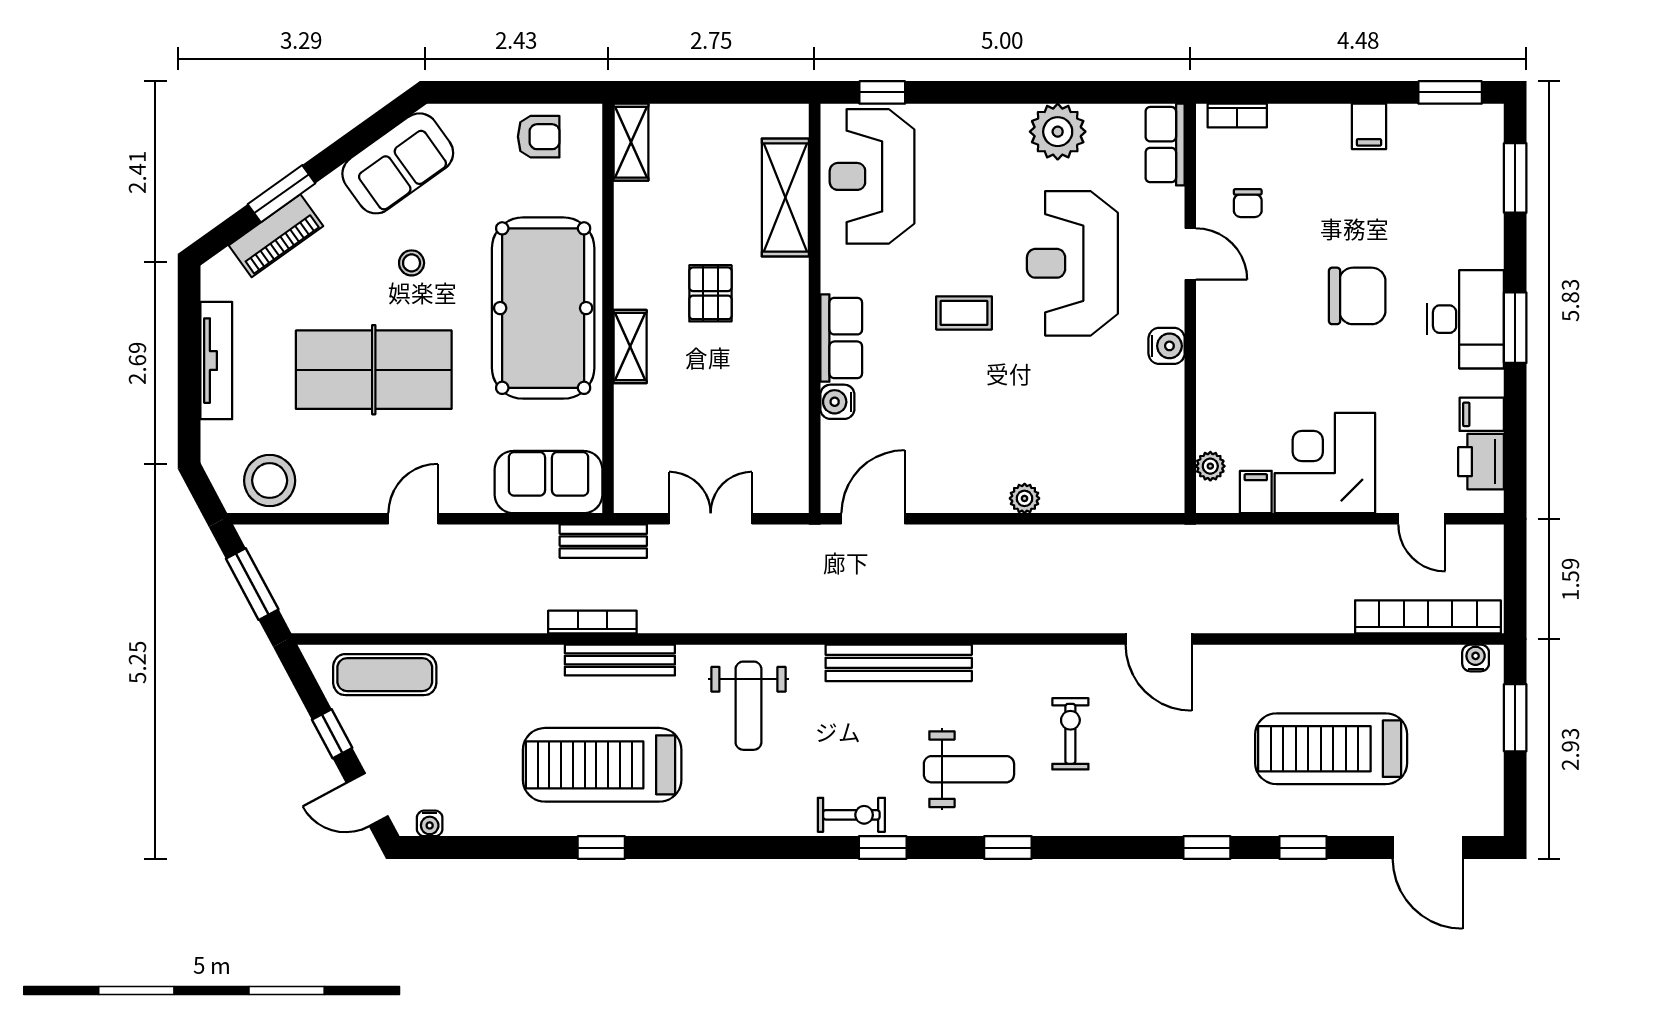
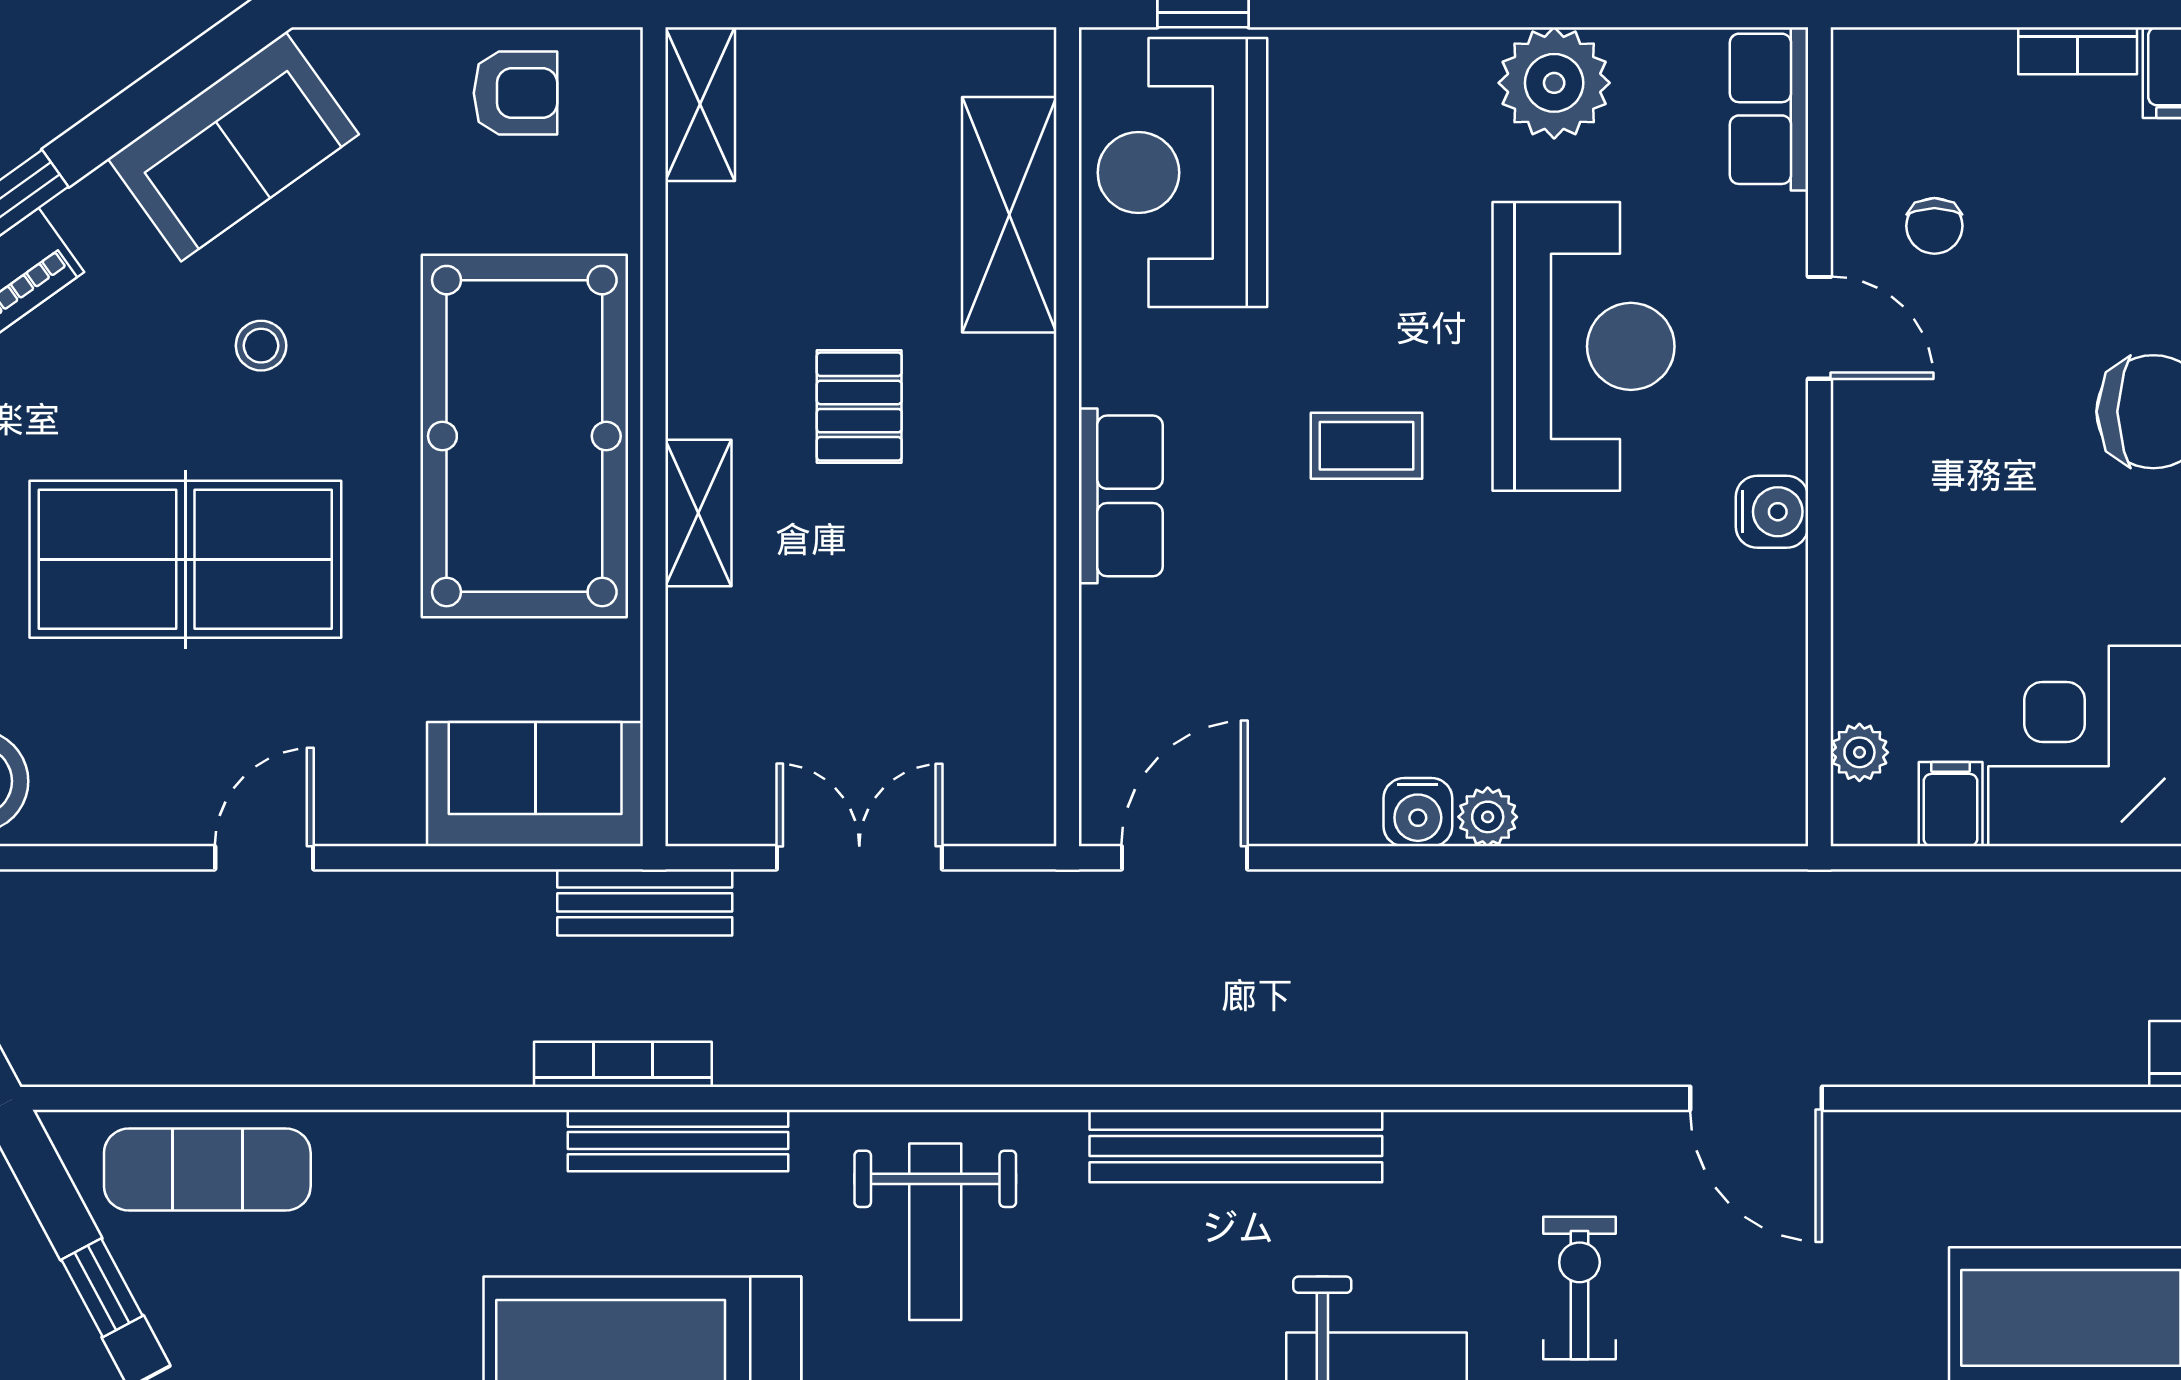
bookcase: (1237, 116) -> (2078, 51), moved
reception desk: (1072, 263) -> (1584, 346), turned 180
water cooler: (837, 402) -> (1418, 812), moved, turned -90

